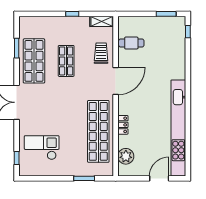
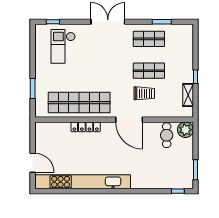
shelving: (102, 21) -> (188, 95), moved
trolley: (101, 53) -> (144, 93), moved
shop shelf: (34, 61) -> (149, 39), width x0.70, depth x0.74
locker: (123, 125) -> (86, 127), width x1.53
checkout: (42, 148) -> (63, 46), turned 180
plant: (126, 156) -> (185, 130), moved

